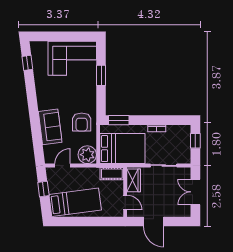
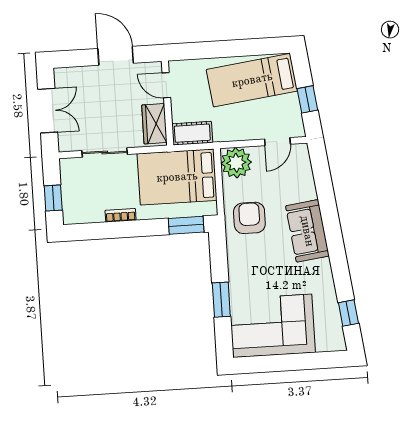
sofa: (50, 127) -> (307, 231), moved

